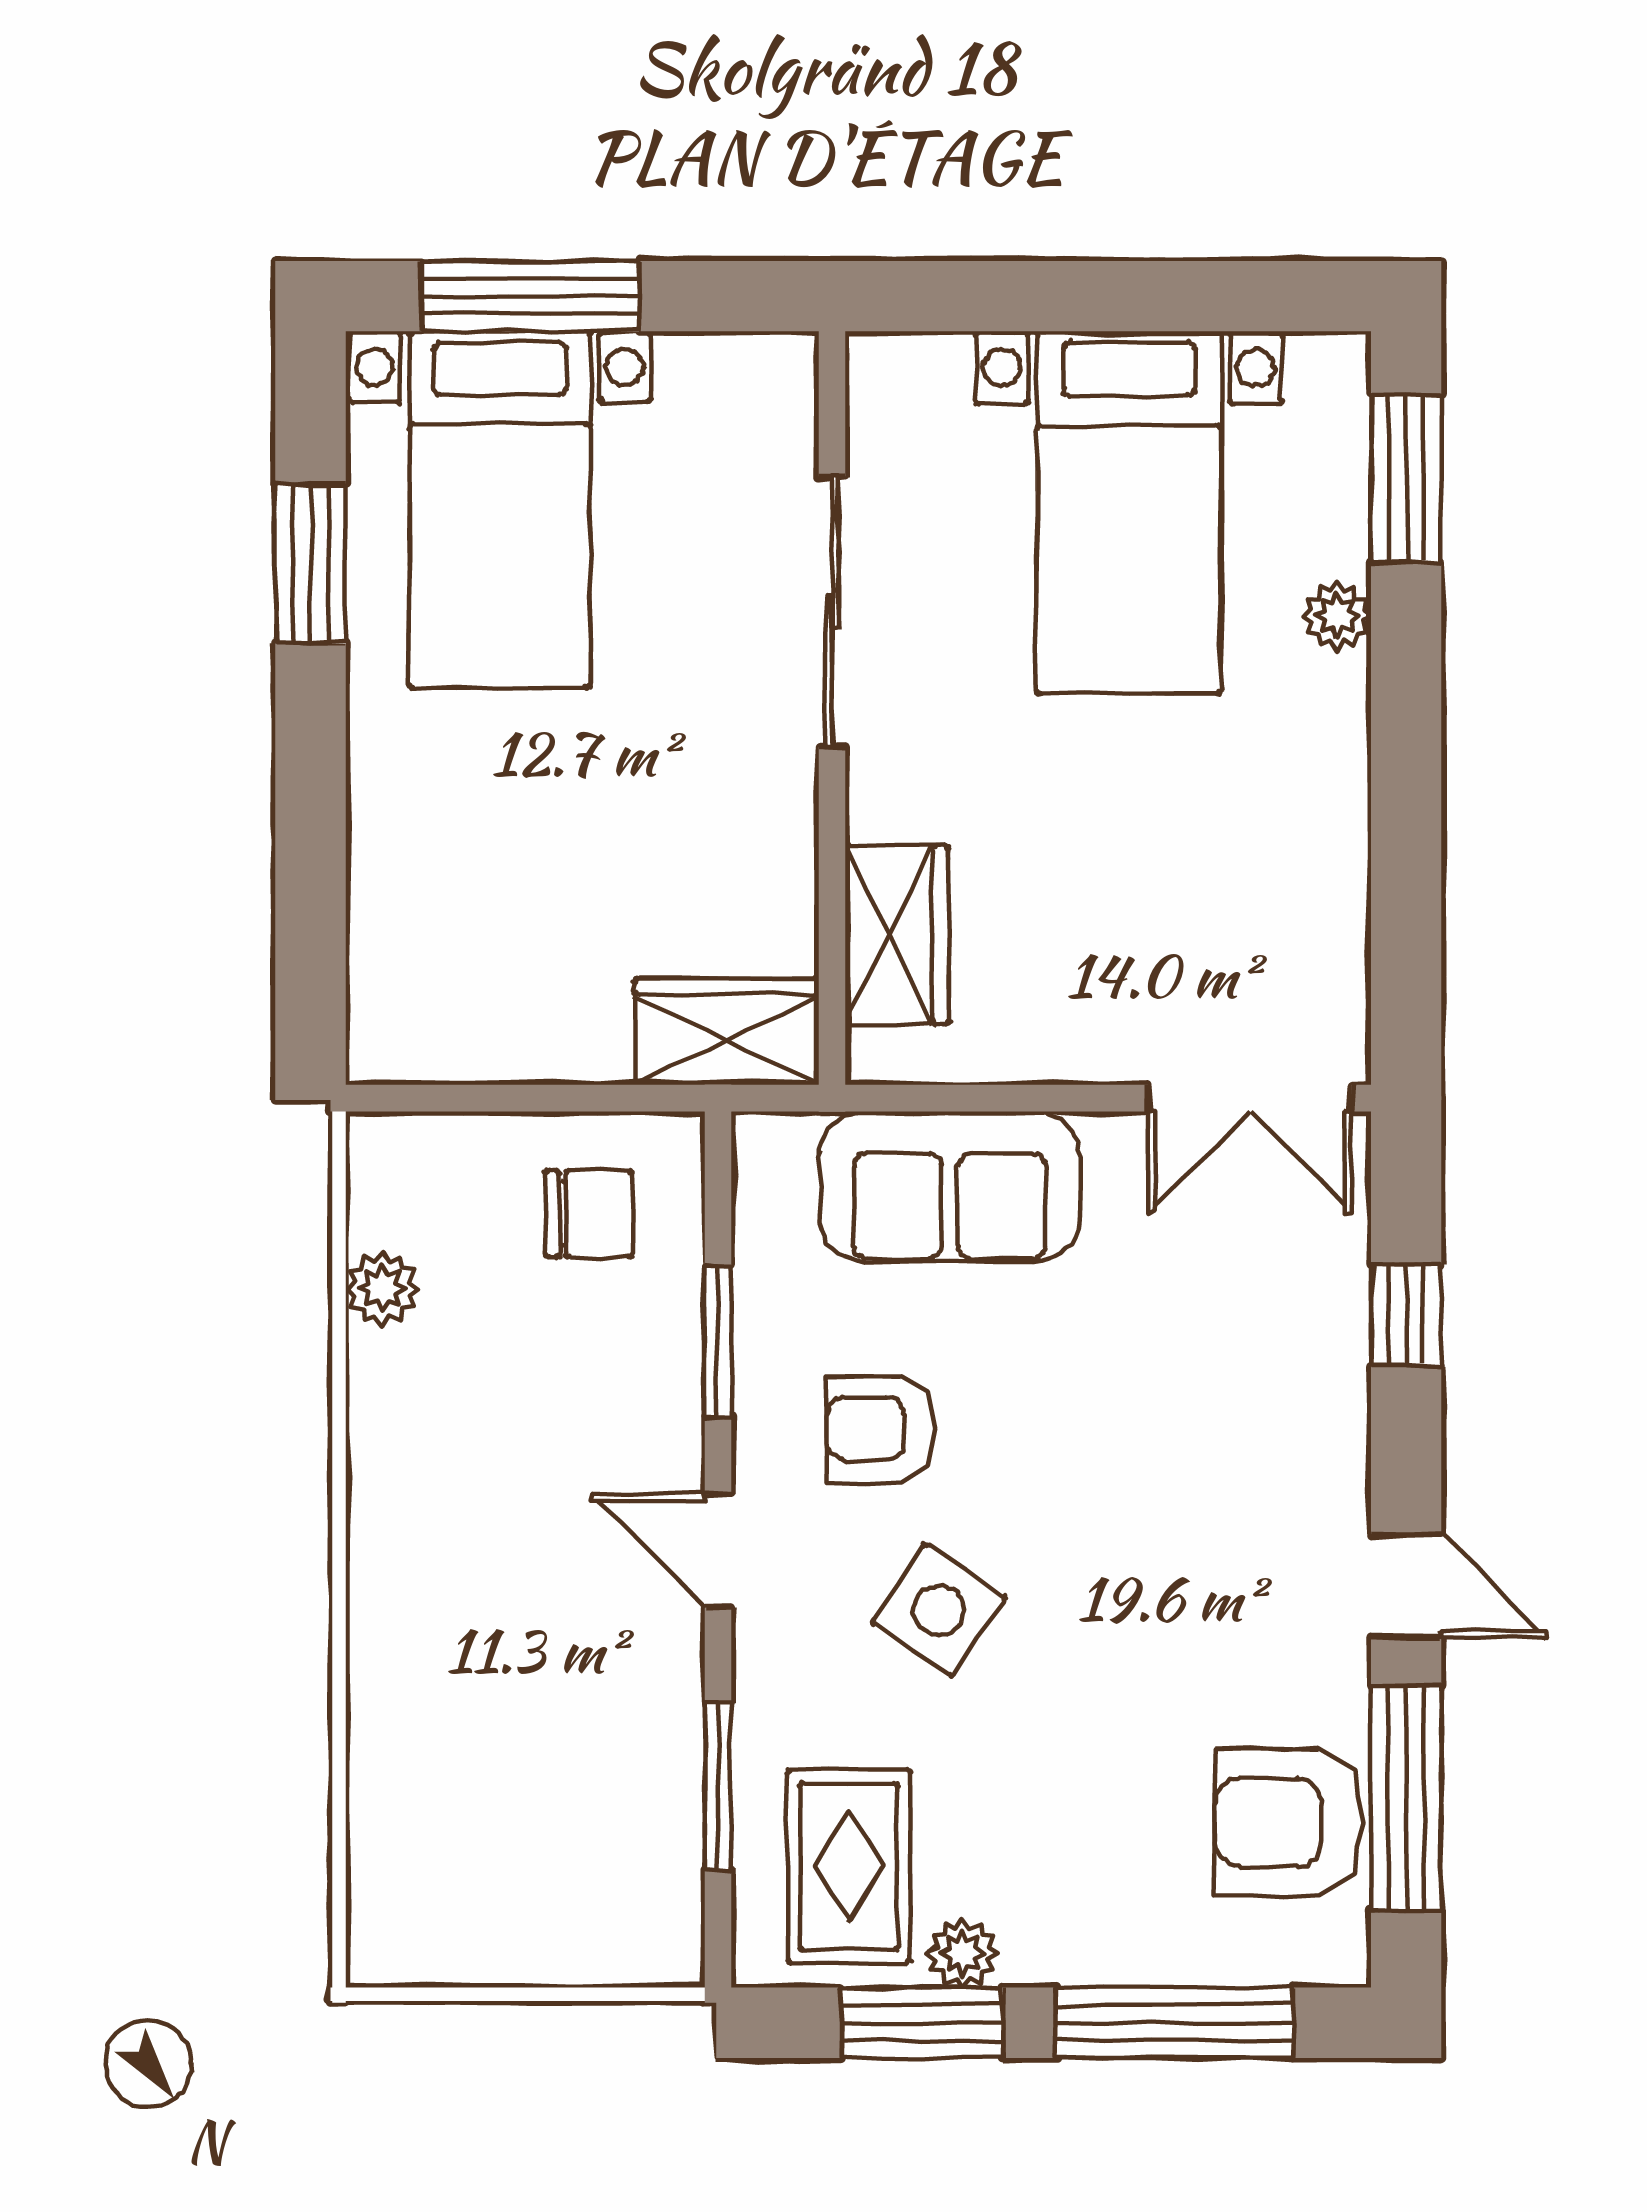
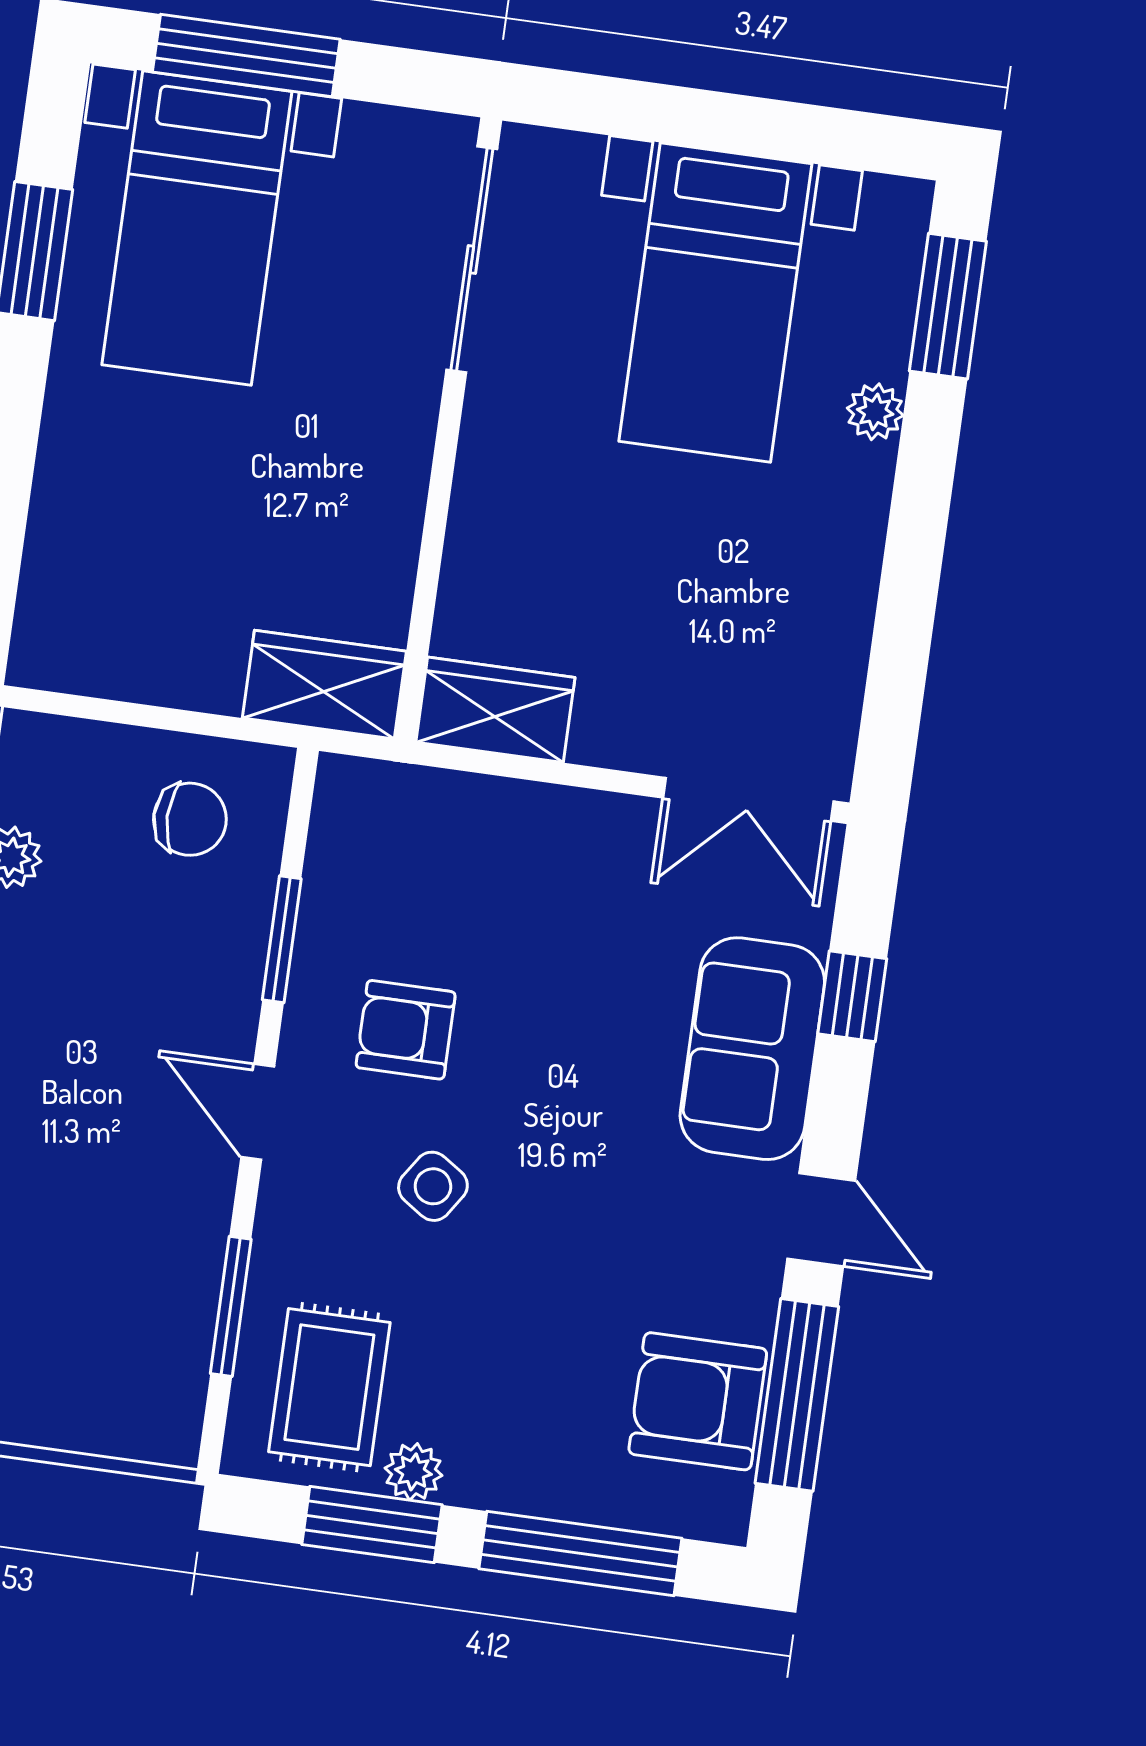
sliding door: (832, 612) -> (472, 259), moved
wardrobe: (897, 935) -> (495, 710), moved, turned -90
sofa: (950, 1186) -> (752, 1049), moved, turned 90
side table: (939, 1610) -> (433, 1186), width x0.73, depth x0.73

